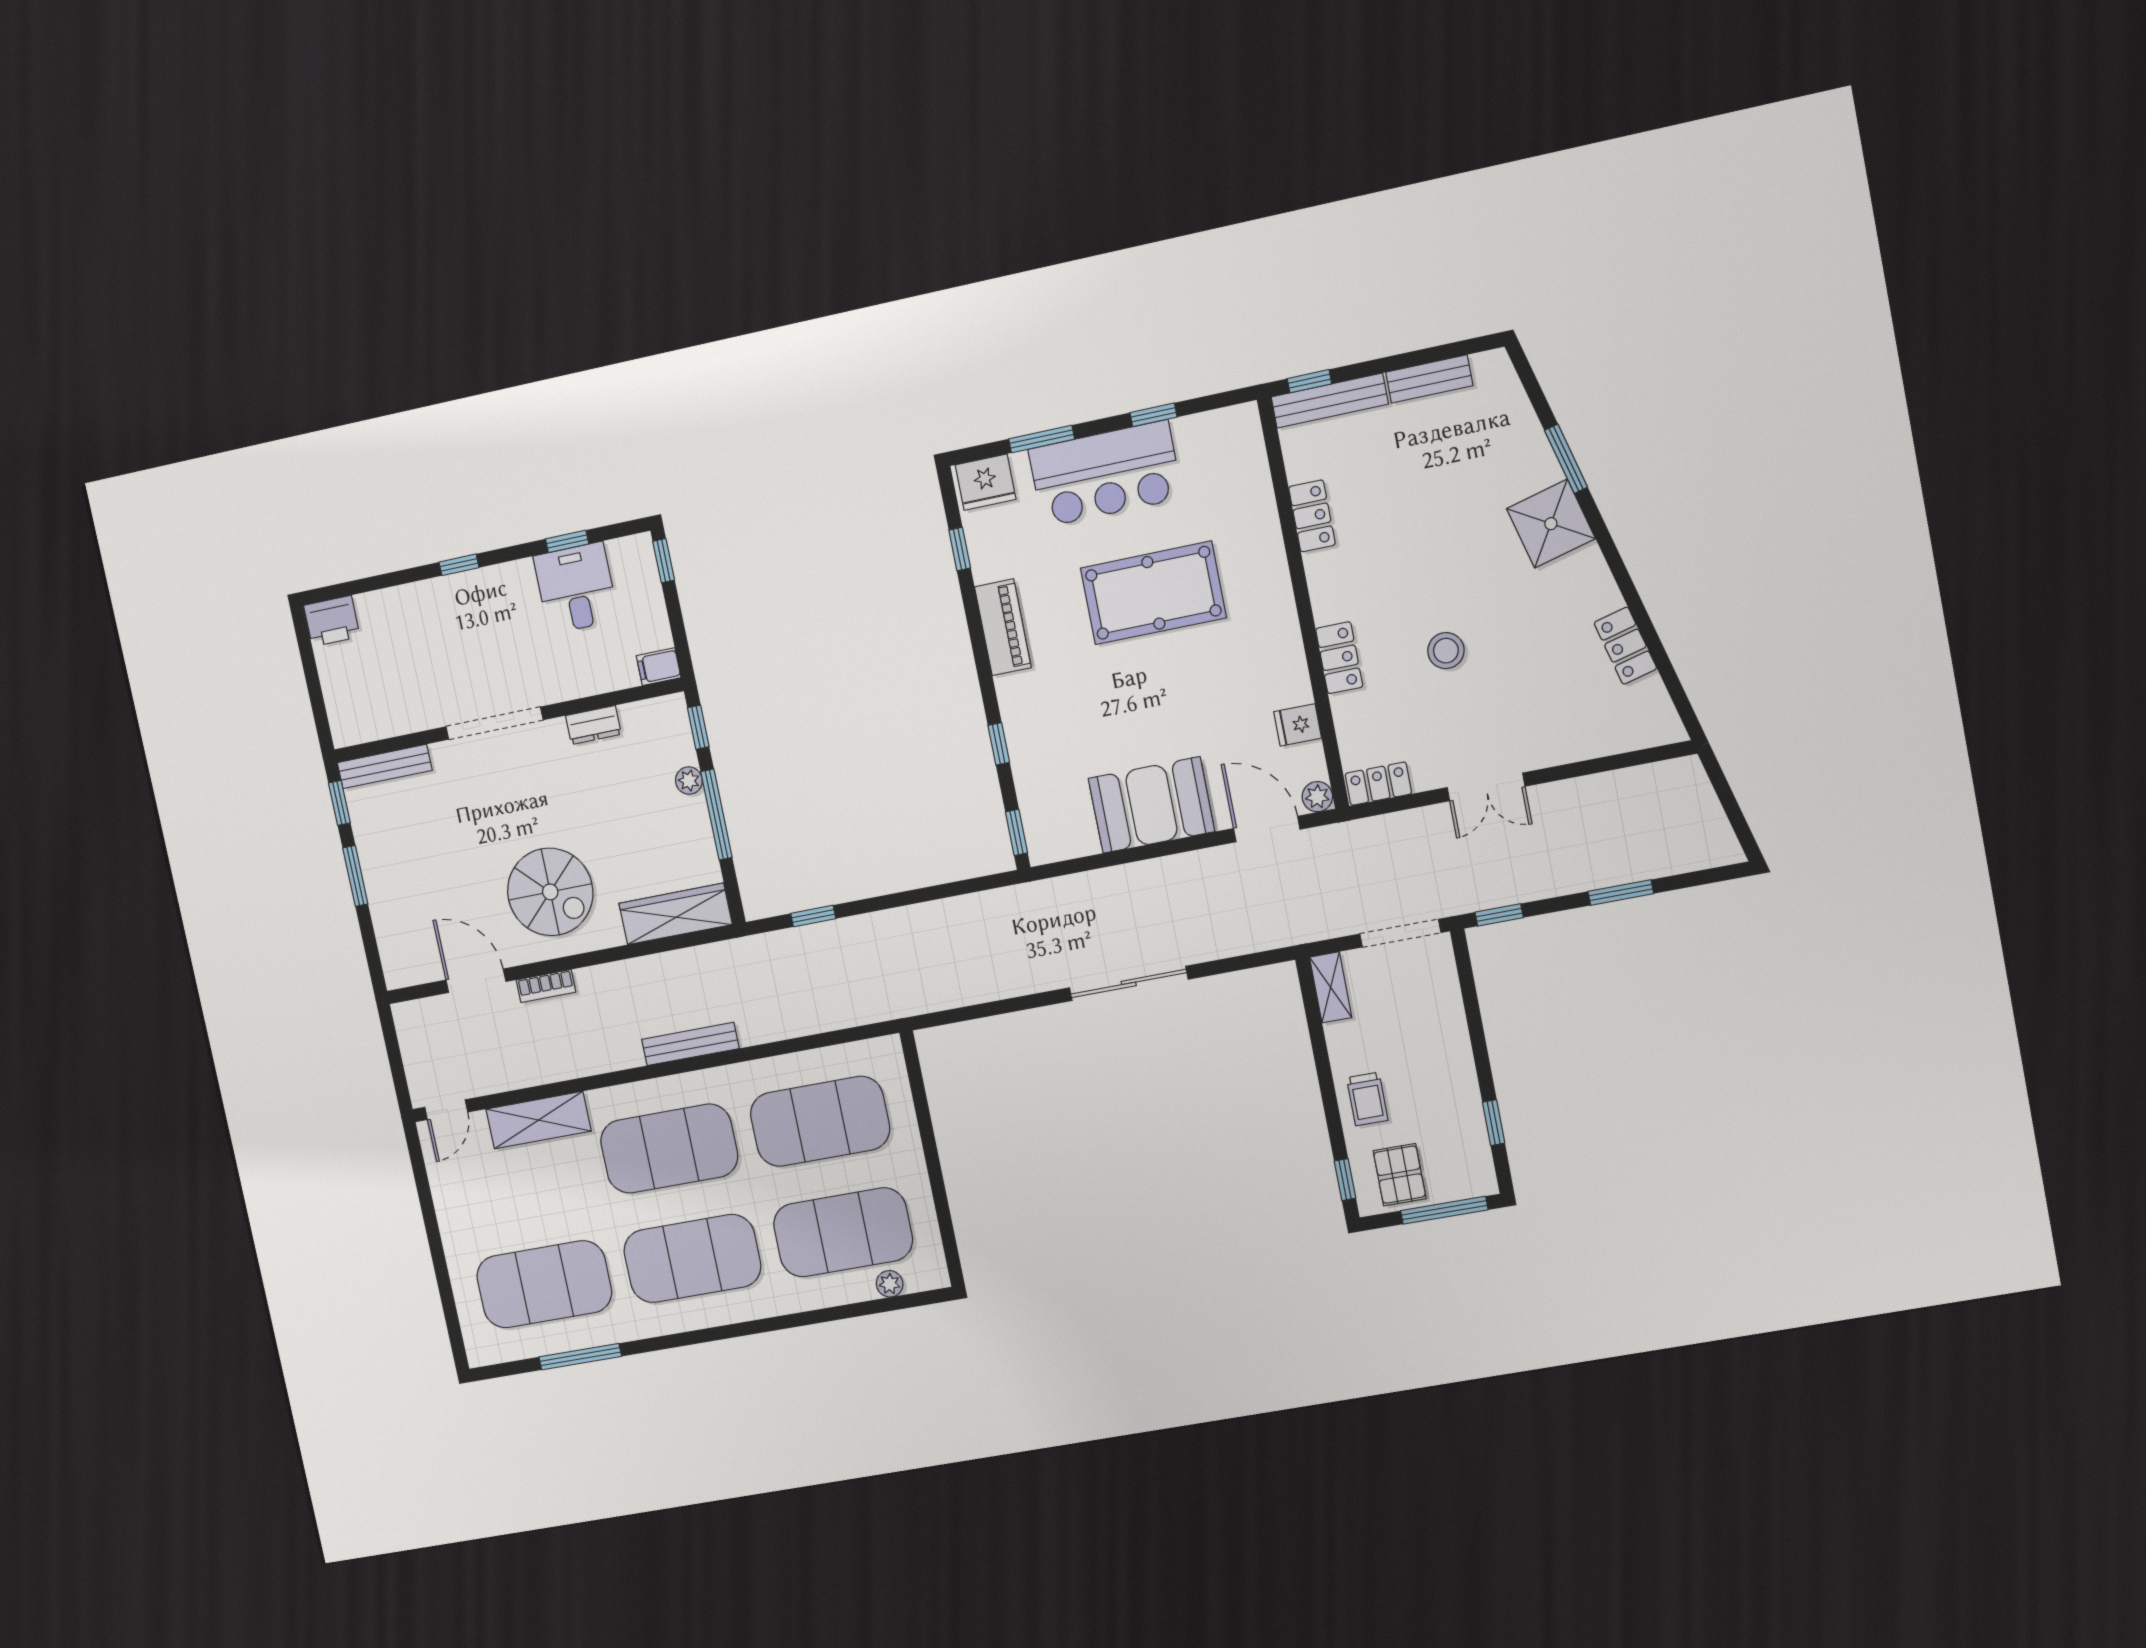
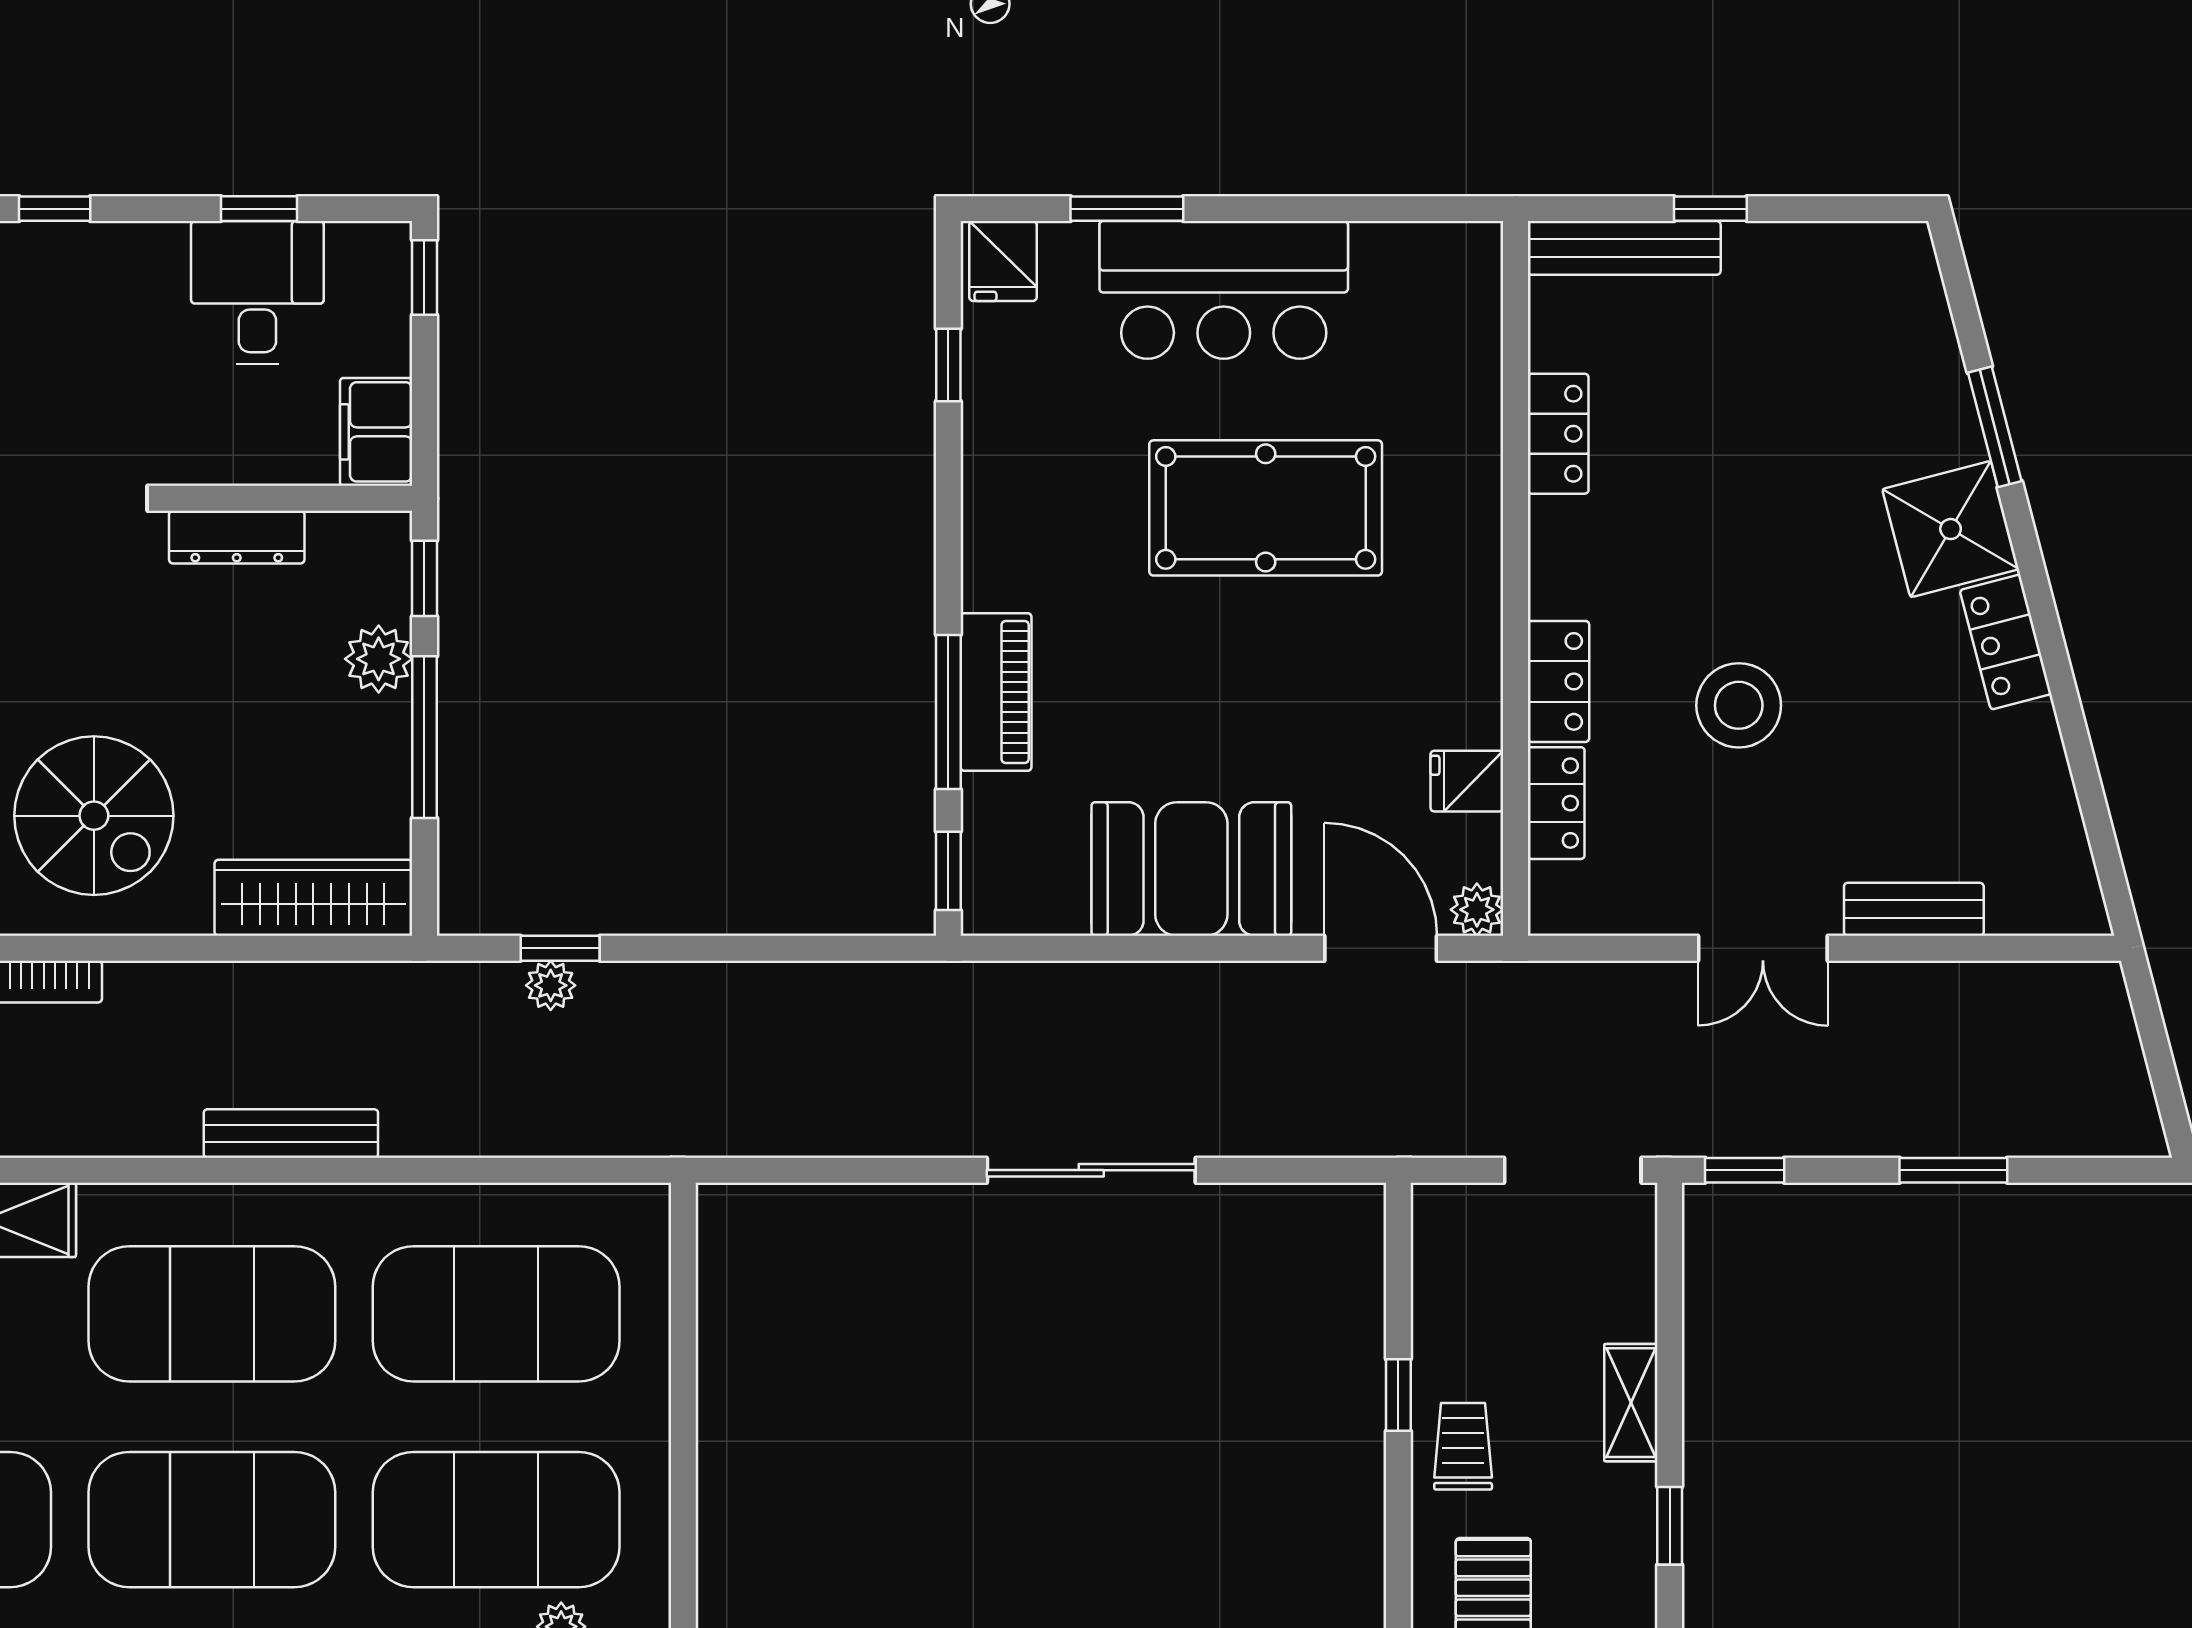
bench: (1429, 379) -> (1914, 909), moved
window: (1309, 381) -> (1710, 209), moved
window: (1154, 415) -> (1325, 209), removed
fridge: (986, 482) -> (1003, 261), width x0.72
piano: (1003, 627) -> (996, 692), moved
locker: (1625, 646) -> (2006, 642), moved
stool: (1446, 651) -> (1739, 705), width x1.38, depth x1.38
filing cabinet: (659, 667) -> (376, 432), width x2.00
dresser: (593, 725) -> (237, 537), width x1.44
window: (999, 744) -> (948, 712), width x2.17
plant: (689, 781) -> (379, 659), width x1.38, depth x1.38
locker: (1378, 784) -> (1556, 803), moved, turned 90
plant: (812, 937) -> (551, 985), added
shelving: (1331, 987) -> (1631, 1403), moved
trolley: (1367, 1099) -> (1463, 1446), turned 180
window: (1345, 1180) -> (1398, 1395), moved

